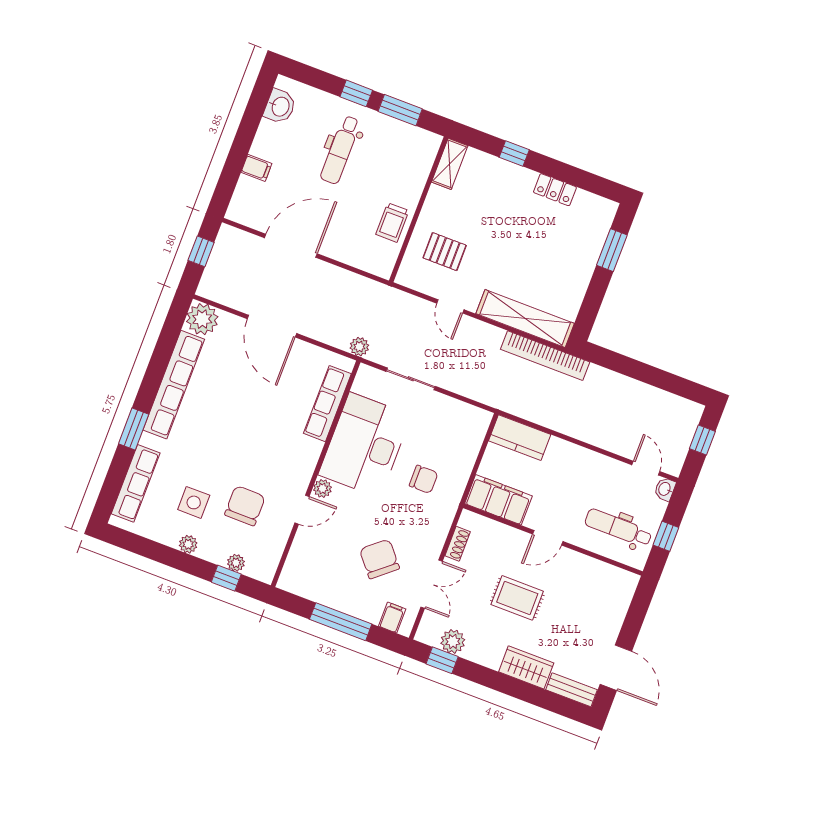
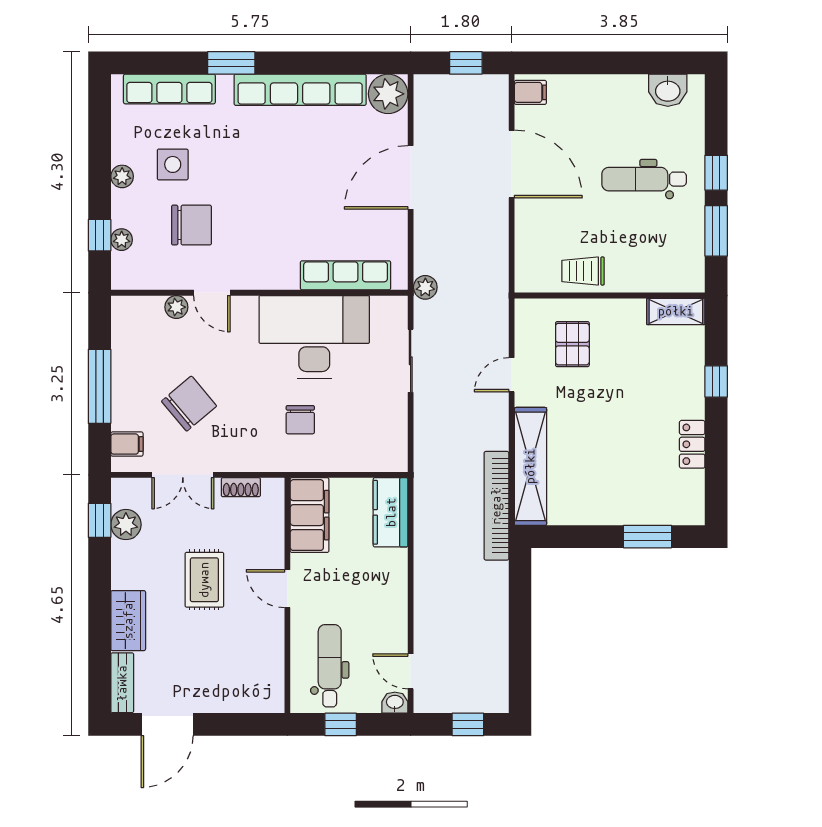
filing cabinet: (256, 168) -> (530, 92), moved, turned -90
door: (646, 468) -> (411, 671), swing flipped
plant: (322, 489) -> (176, 307), moved

